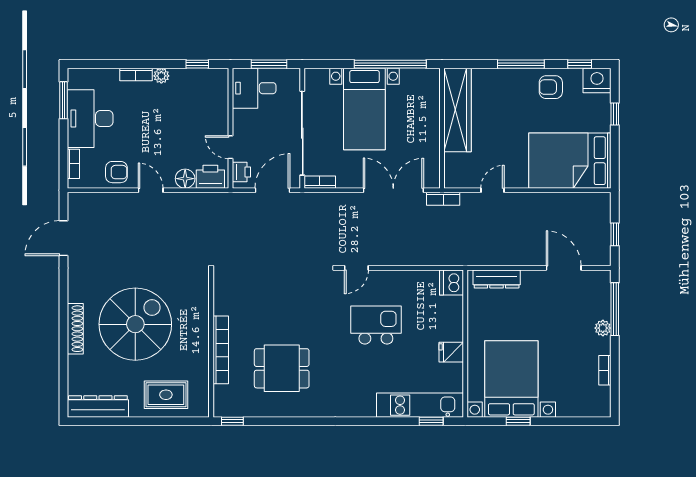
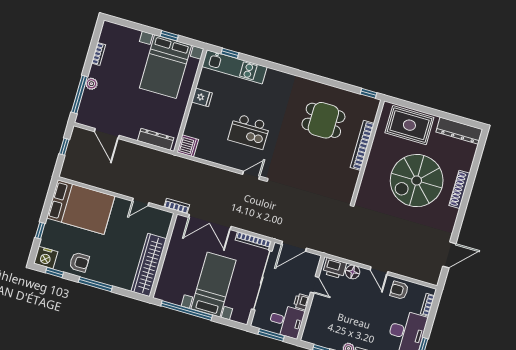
printer: (241, 172) -> (302, 302), moved
bookcase: (320, 182) -> (253, 241), width x1.56
rug: (166, 395) -> (409, 125), width x1.36, depth x1.43

